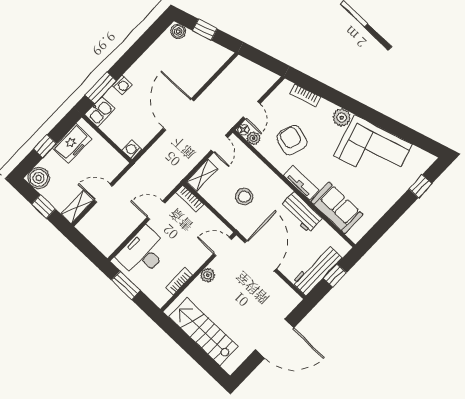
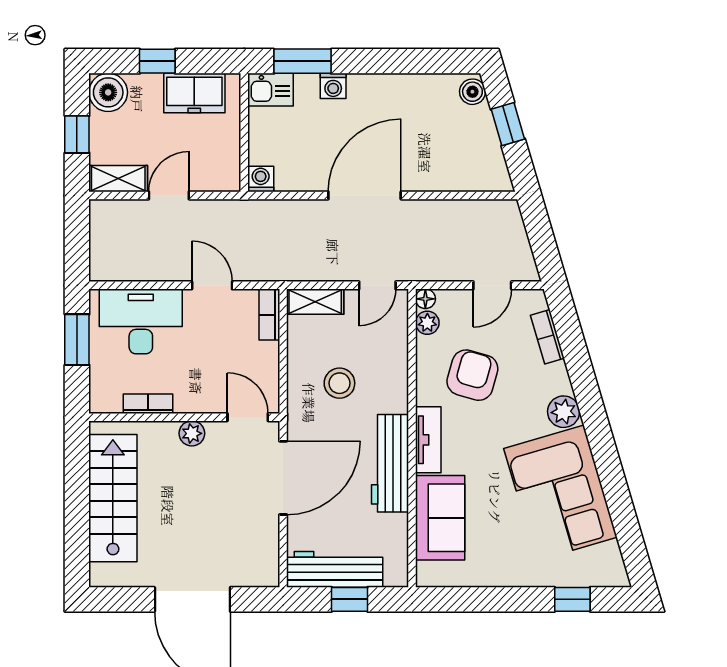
door: (252, 110) -> (492, 285), moved
door: (103, 193) -> (169, 195), hinge flipped
workbench: (301, 212) -> (390, 463), width x1.38

